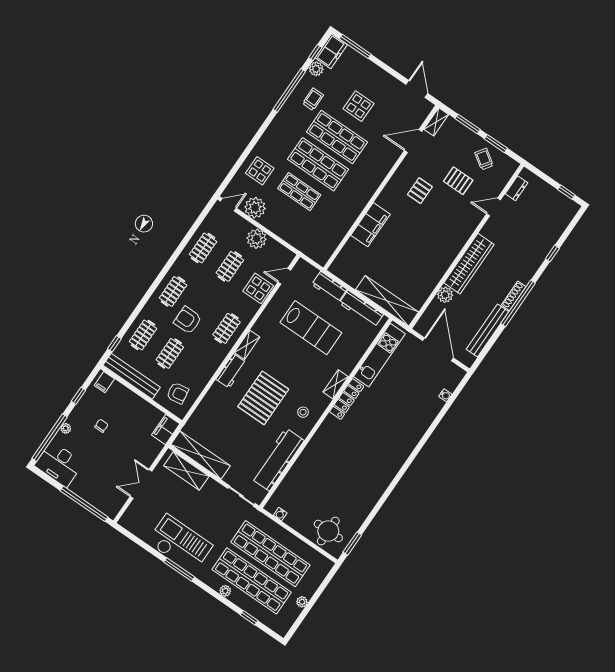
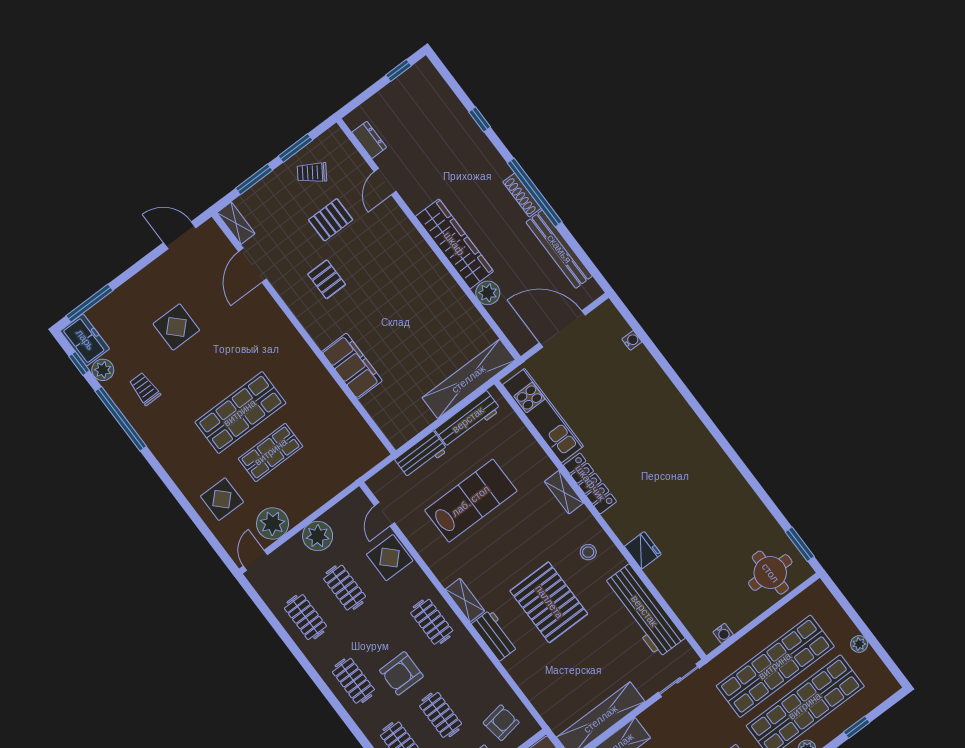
shop shelf: (337, 137) -> (210, 373), removed
fridge: (316, 446) -> (643, 550), added

